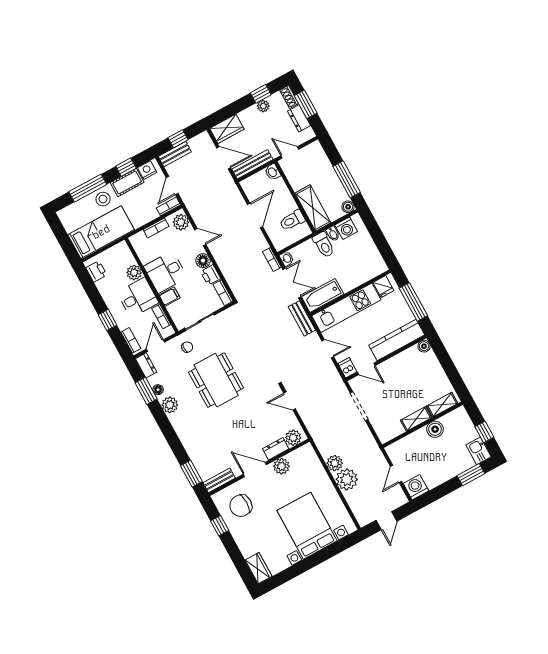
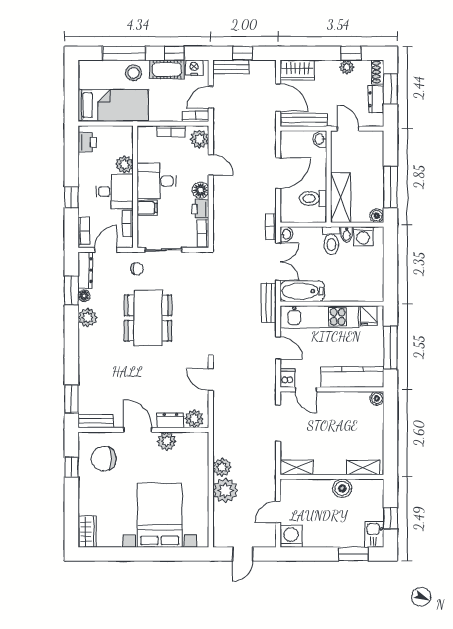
dresser: (146, 365) -> (85, 270), width x1.44
shelving: (416, 419) -> (297, 468), moved

